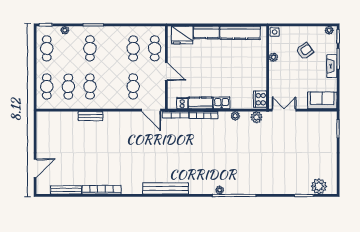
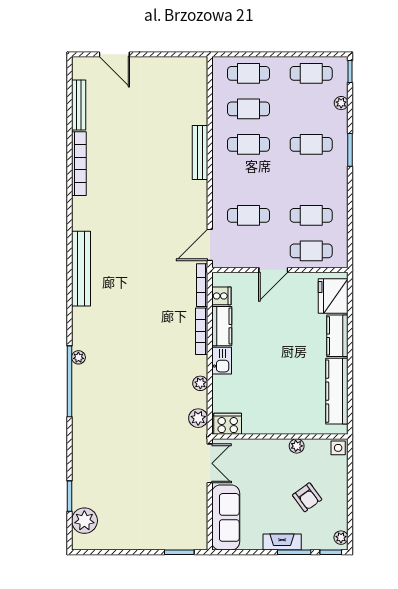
sofa: (322, 100) -> (226, 517), width x1.36
bench: (90, 116) -> (200, 152), width x1.36

